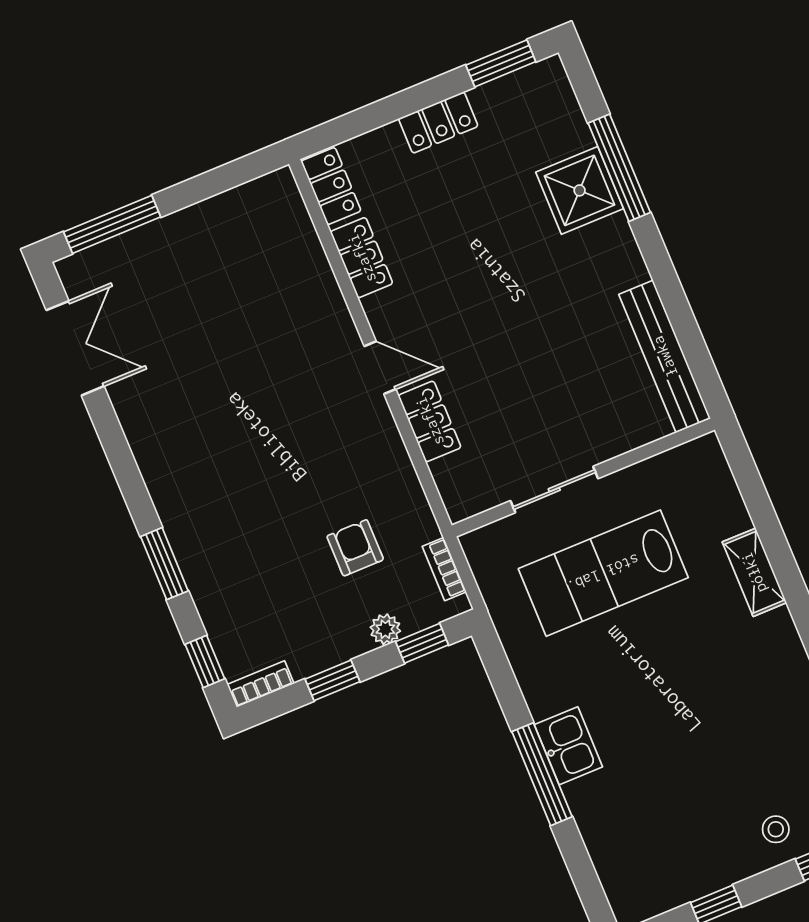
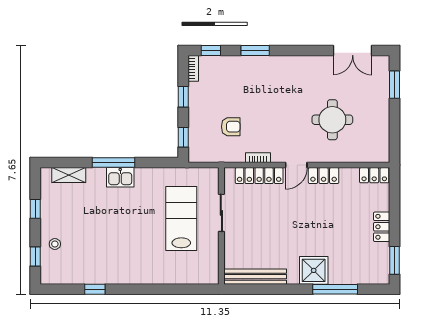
shower: (580, 190) -> (314, 270), moved
window: (112, 224) -> (394, 85), width x0.69
locker: (362, 258) -> (324, 176), moved
round table: (247, 329) -> (332, 120), added
locker: (430, 421) -> (259, 176), width x1.53
bookcase: (444, 569) -> (258, 158), moved
shelving: (754, 572) -> (69, 175), moved
plant: (385, 629) -> (194, 125), removed

